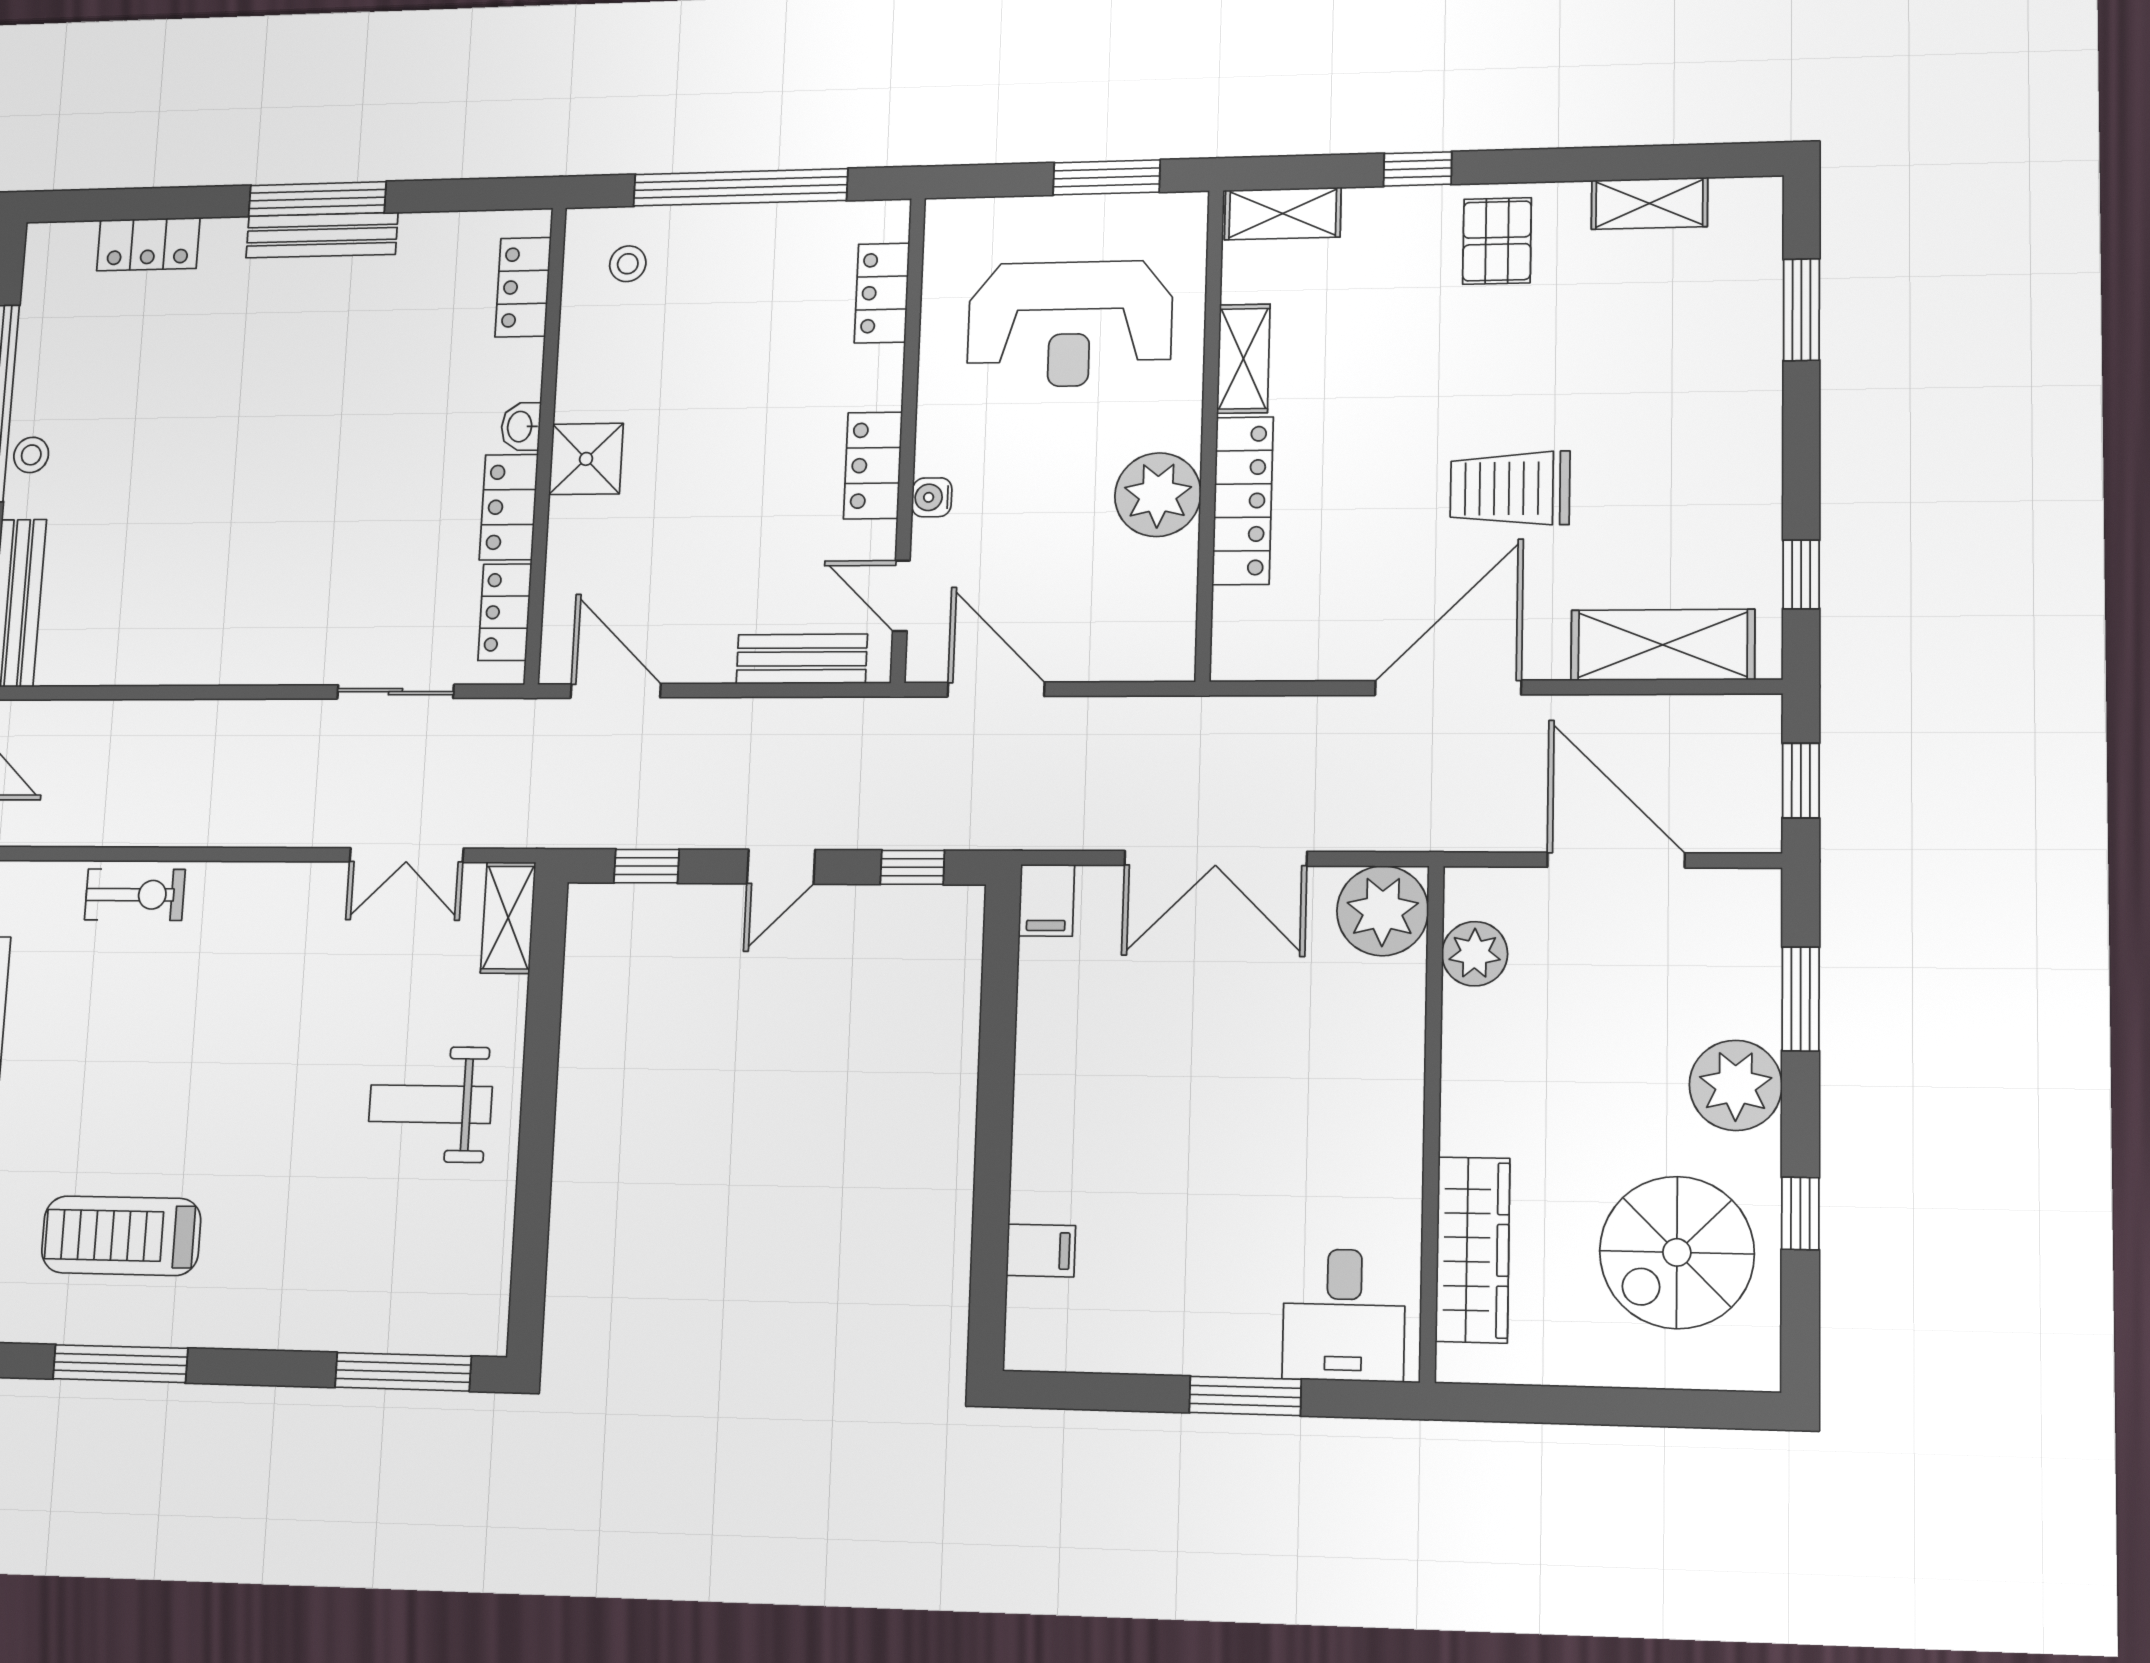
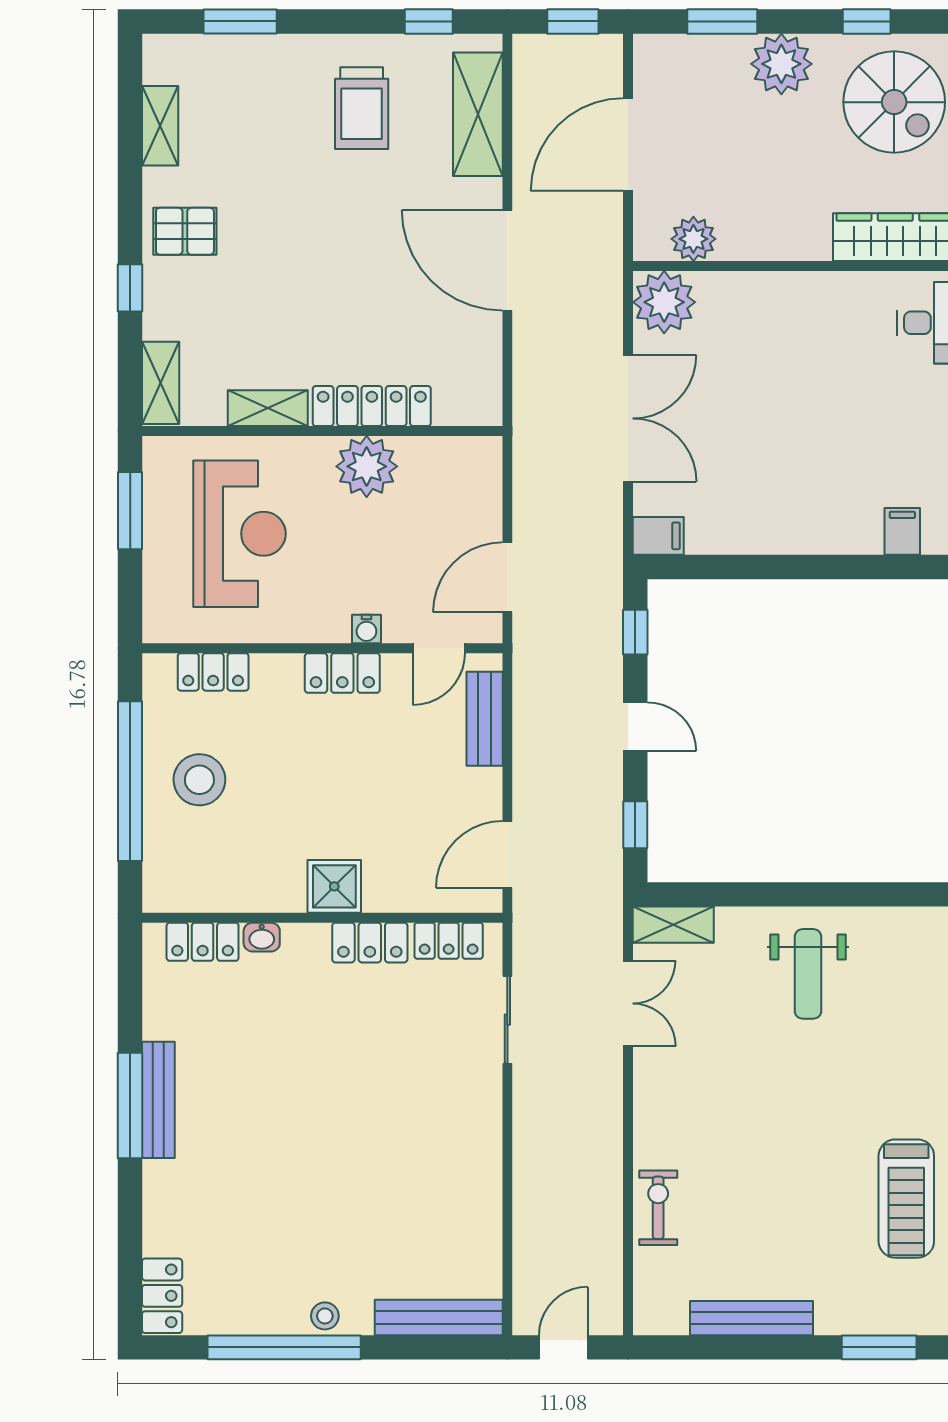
locker: (148, 244) -> (162, 1296), moved
stool: (628, 264) -> (199, 780), moved, width x1.89, depth x1.89
washbasin: (521, 427) -> (262, 937), moved
trolley: (1510, 488) -> (362, 108), moved

